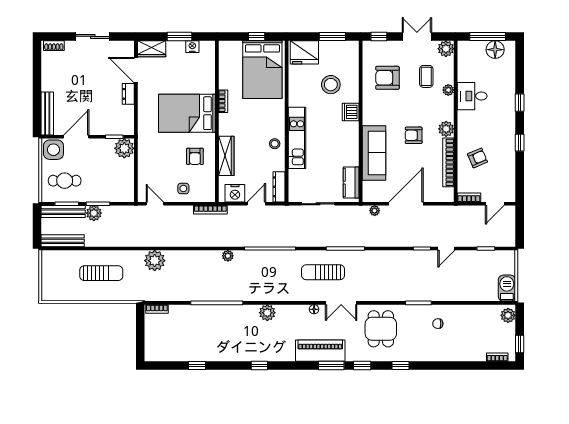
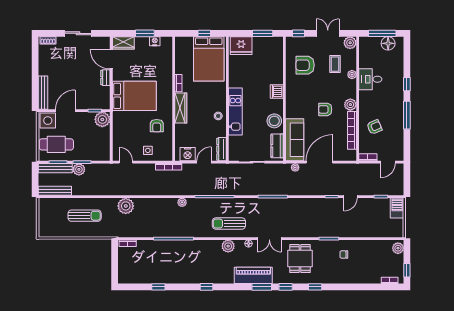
stool: (331, 85) -> (274, 121), moved
bed: (187, 113) -> (134, 96), moved, turned 180
window: (520, 143) -> (407, 115), width x2.17
sofa: (374, 153) -> (295, 140), moved
wardrobe: (226, 156) -> (181, 108), moved
cafe table: (65, 181) -> (56, 144), width x1.37, depth x1.35
sun lounger: (323, 272) -> (229, 224), moved
barbecue: (507, 288) -> (397, 208), moved
plant: (267, 313) -> (228, 246), moved

